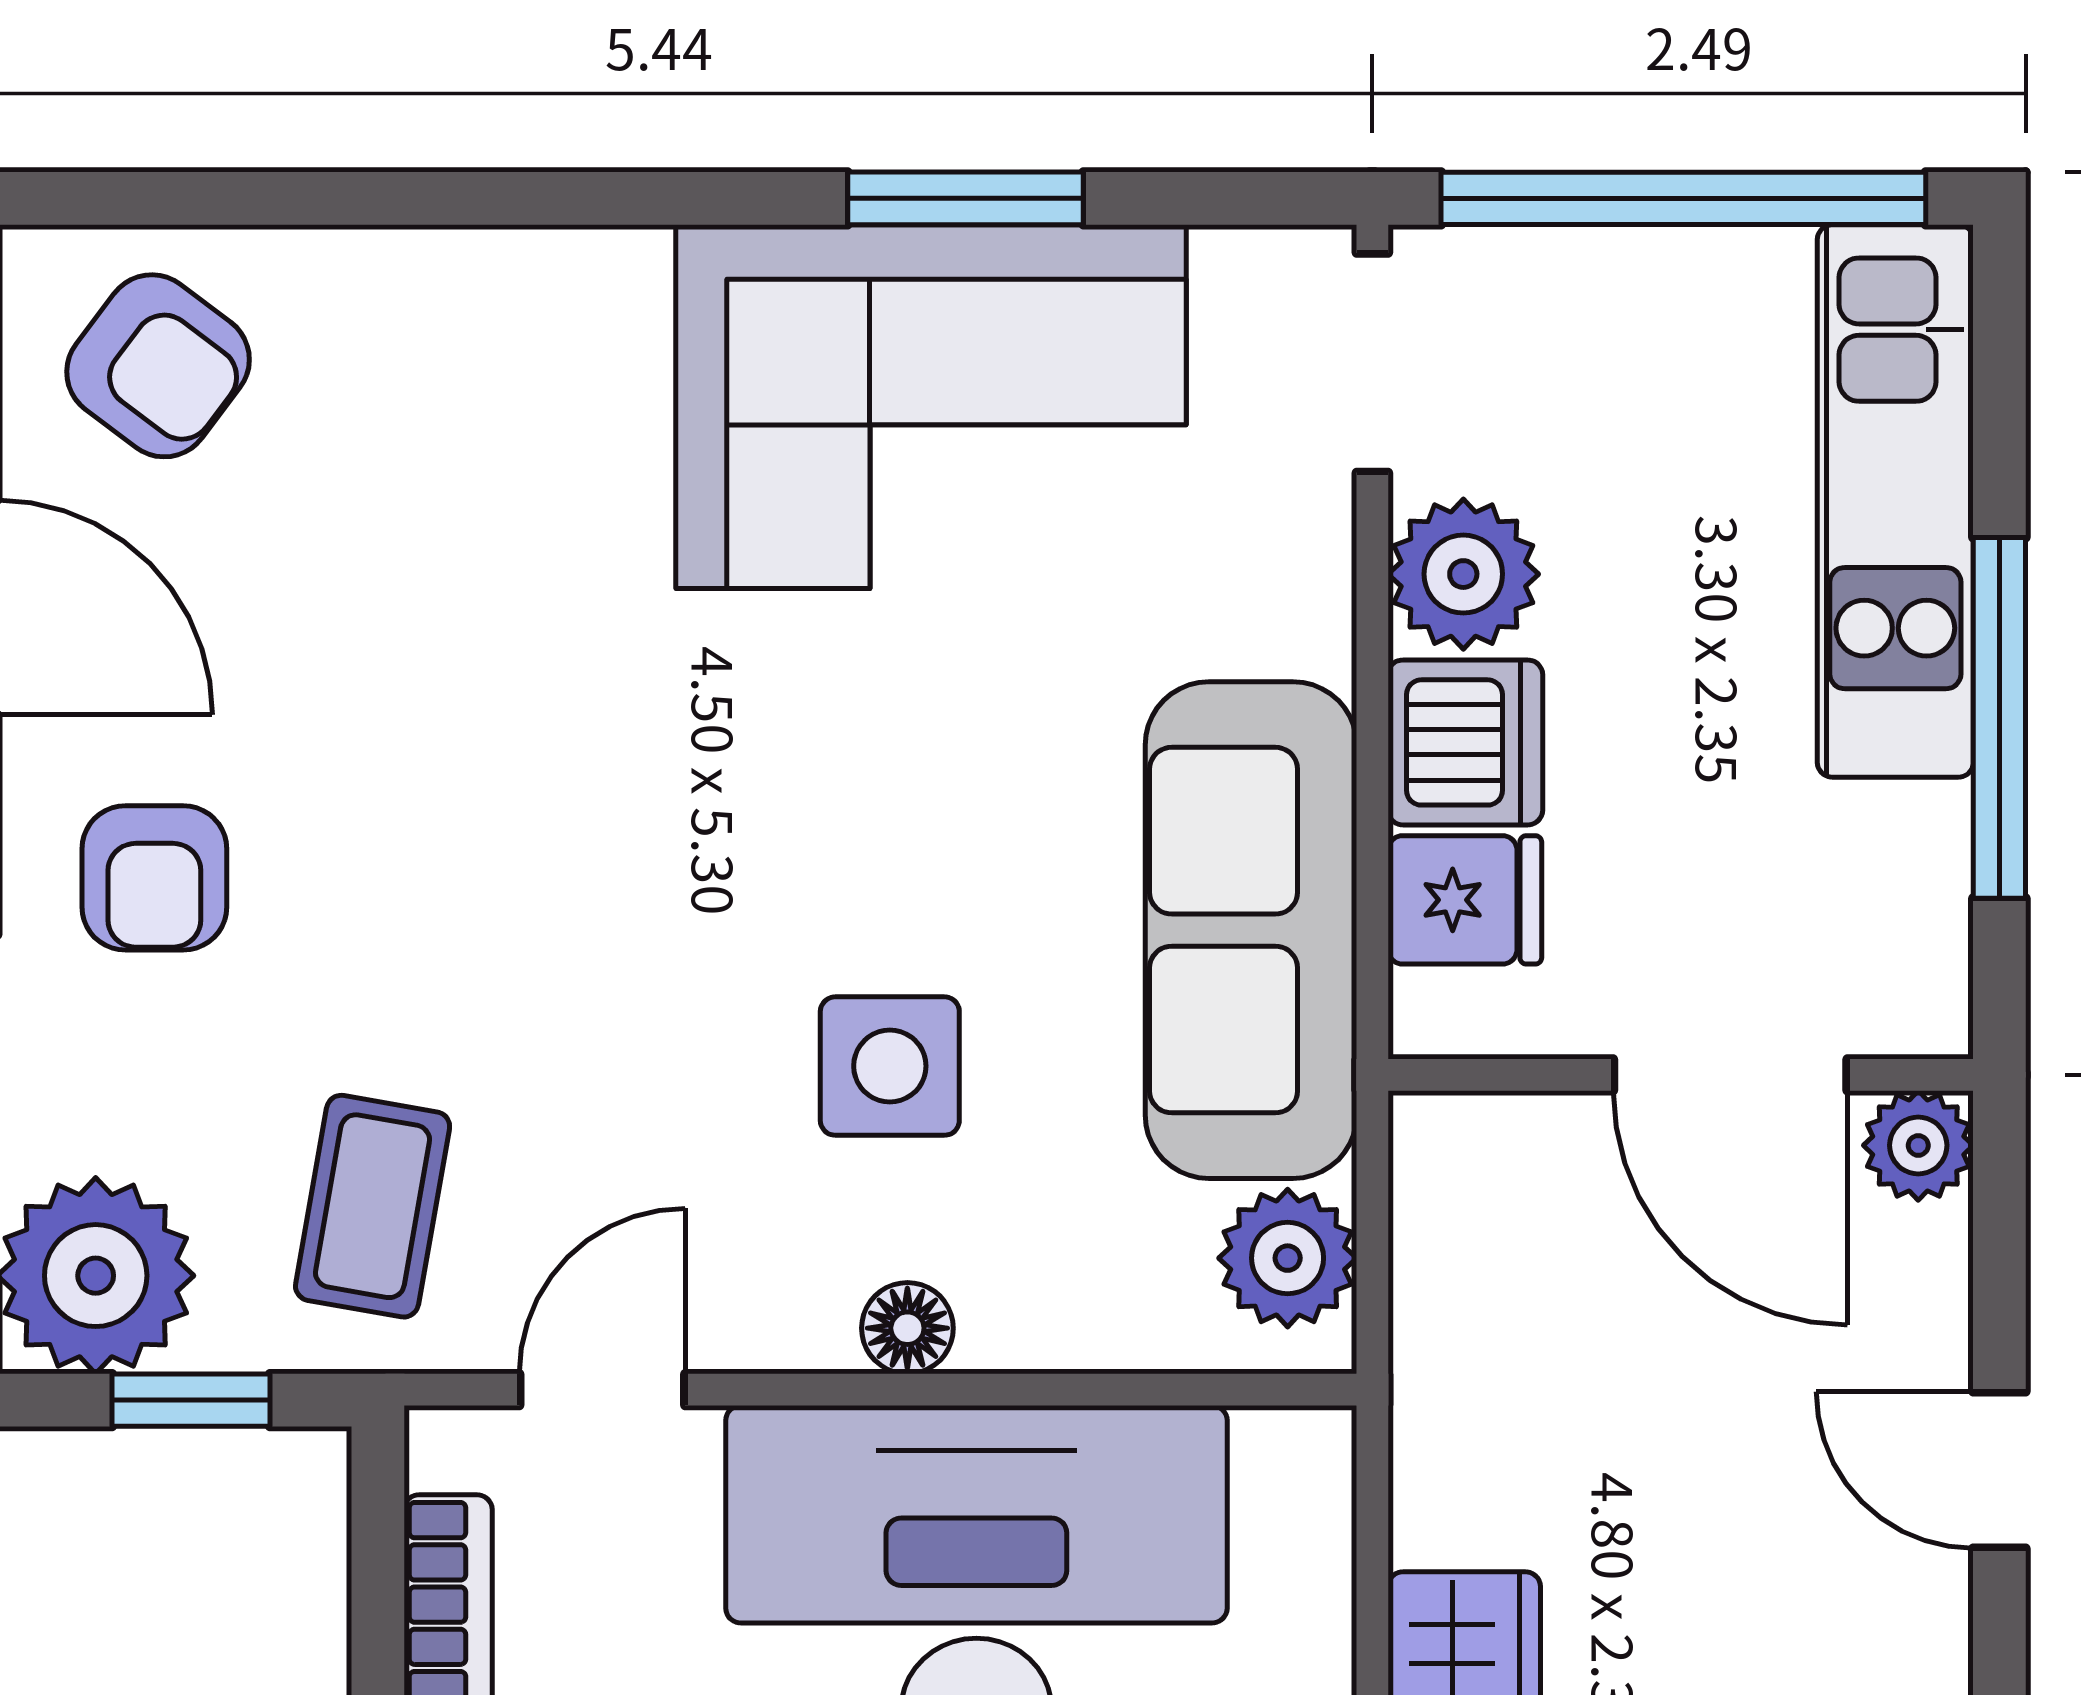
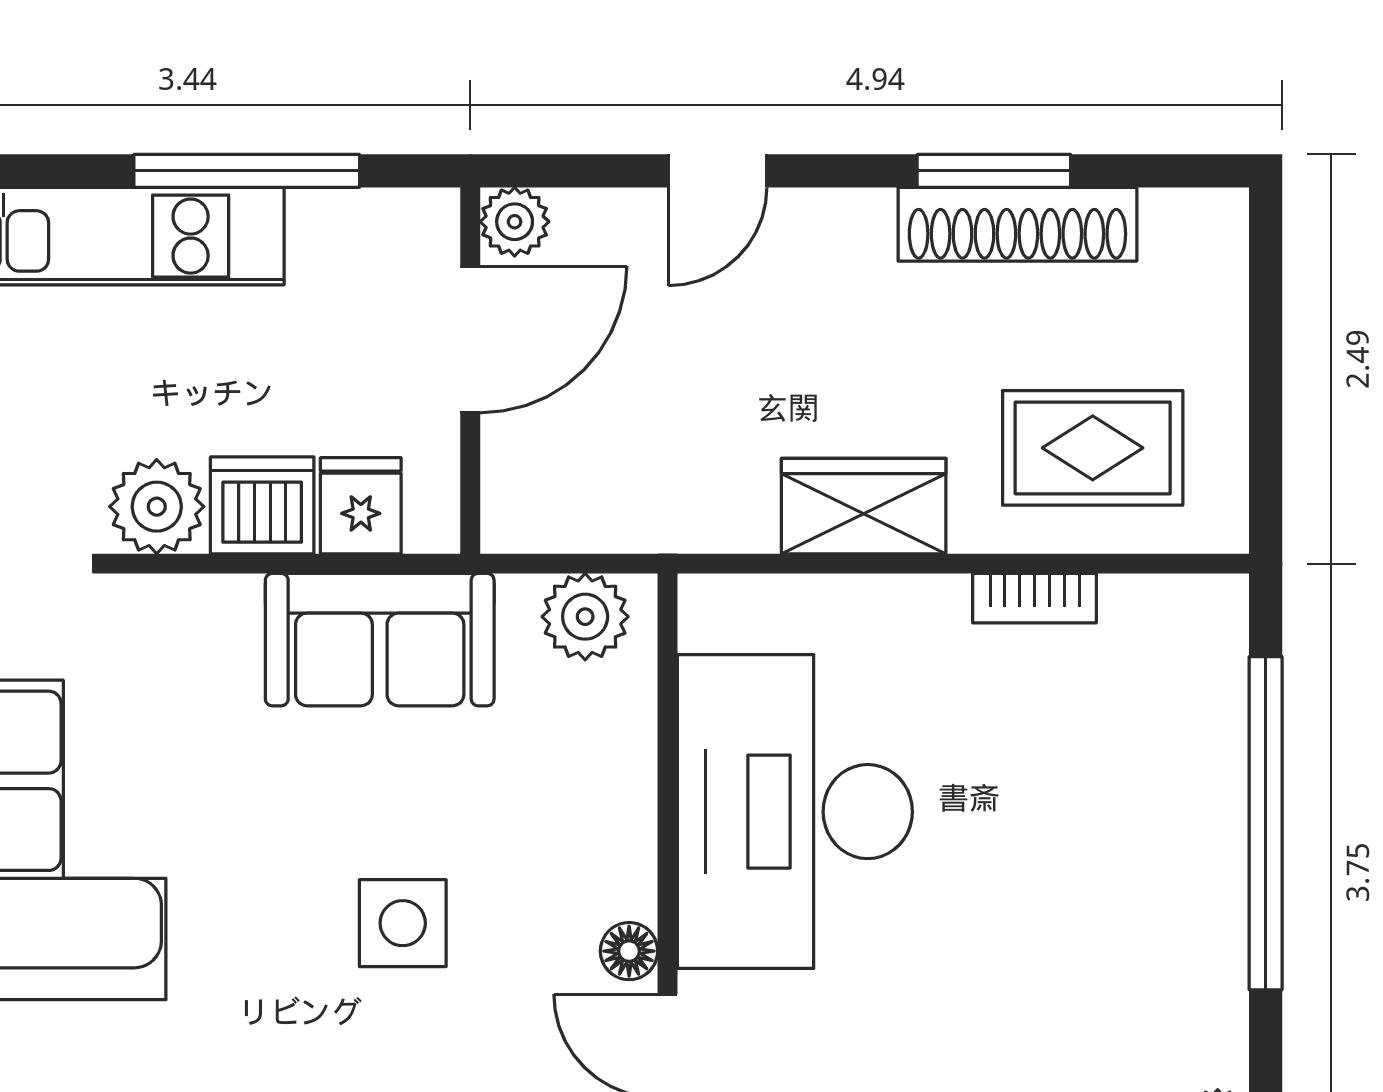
sofa: (1251, 930) -> (380, 640), width x0.73
side table: (890, 1066) -> (403, 923), moved
floor lamp: (907, 1328) -> (629, 951), moved

